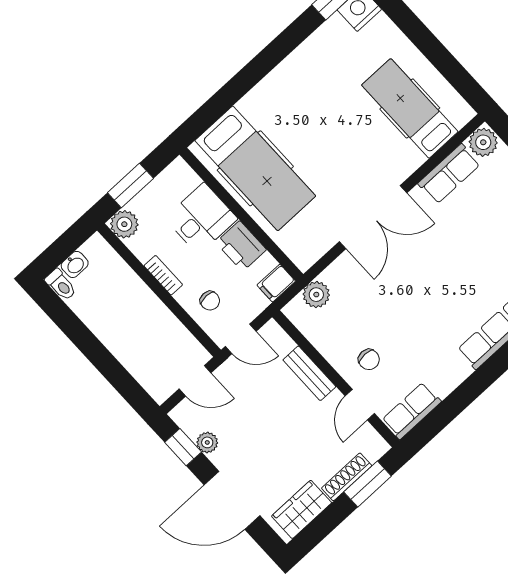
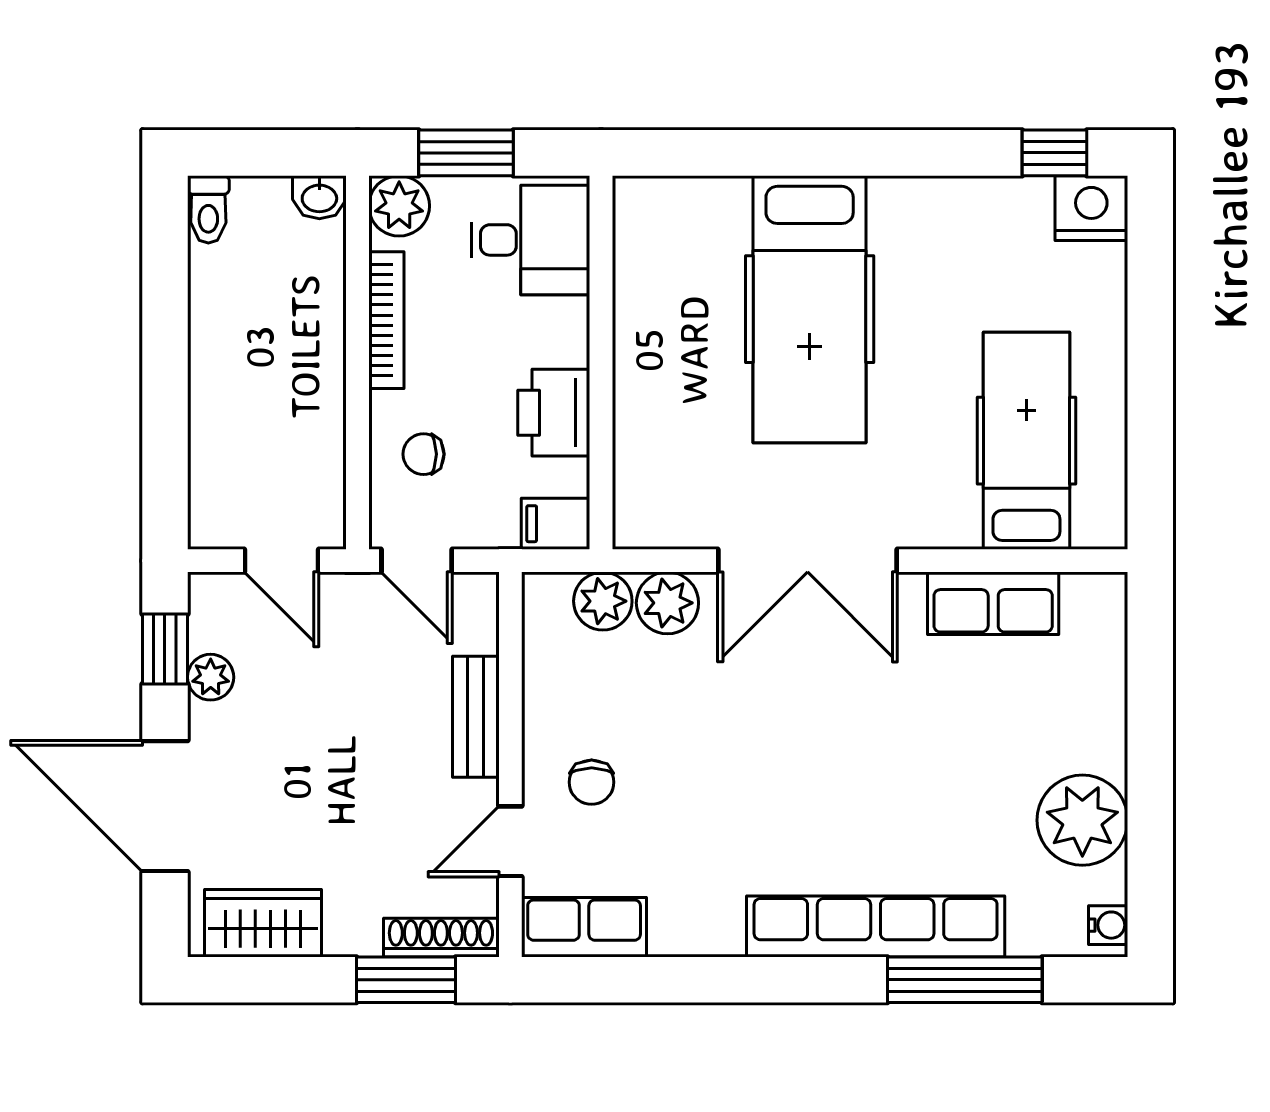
plant: (483, 142) -> (667, 603), moved
hospital bed: (255, 168) -> (810, 309), moved
desk: (201, 219) -> (530, 240), moved
washbasin: (75, 264) -> (319, 197), moved
bookcase: (163, 275) -> (386, 320), width x1.56
chair: (210, 301) -> (424, 454), turned 90
shoe rack: (347, 477) -> (441, 938), moved

